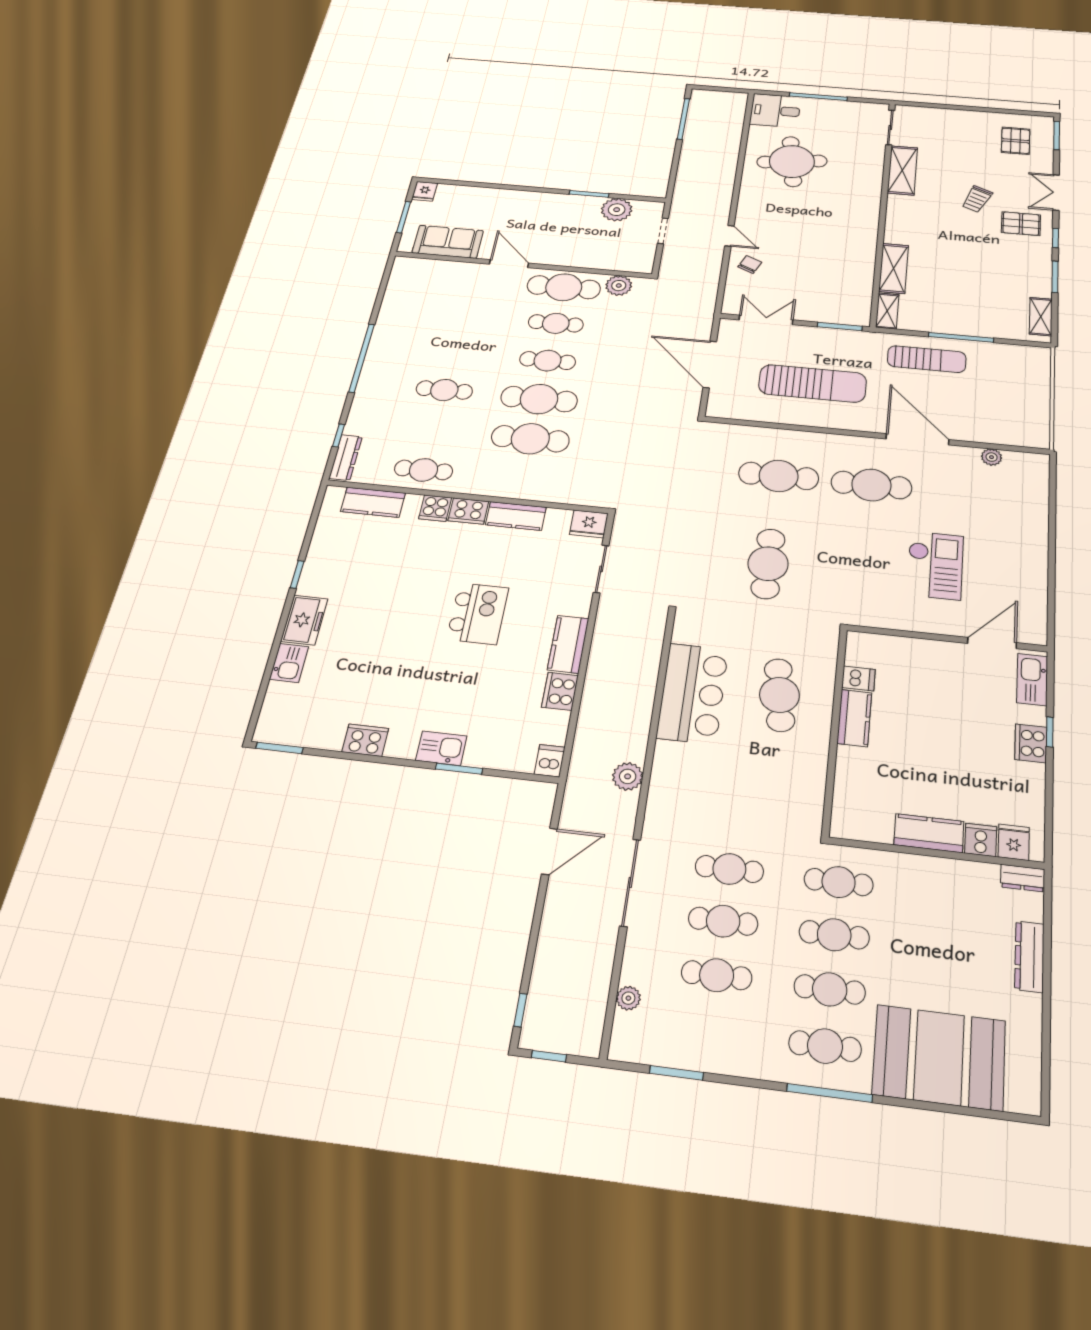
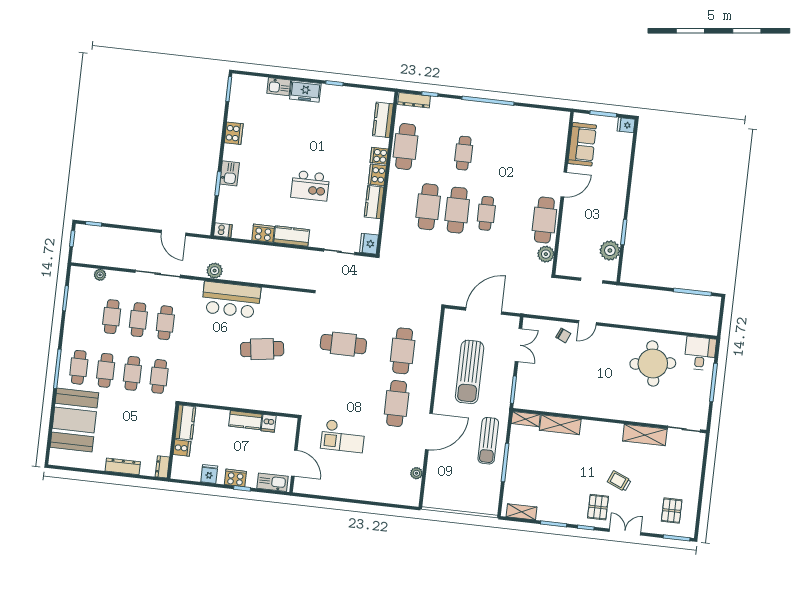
pallet: (1016, 141) -> (672, 511), turned 90
cafe table: (556, 323) -> (515, 217), removed
cafe table: (424, 470) -> (406, 146), width x1.37, depth x1.35
dishwasher: (858, 678) -> (269, 423), moved
bar counter: (693, 693) -> (231, 300), moved
kitchen counter: (854, 718) -> (245, 420), moved
wall: (835, 730) -> (238, 410), moved
fridge: (1014, 842) -> (209, 474), moved, turned -90

